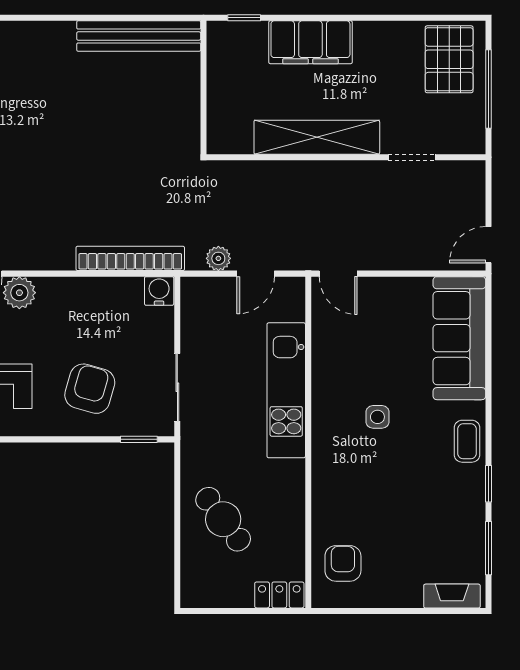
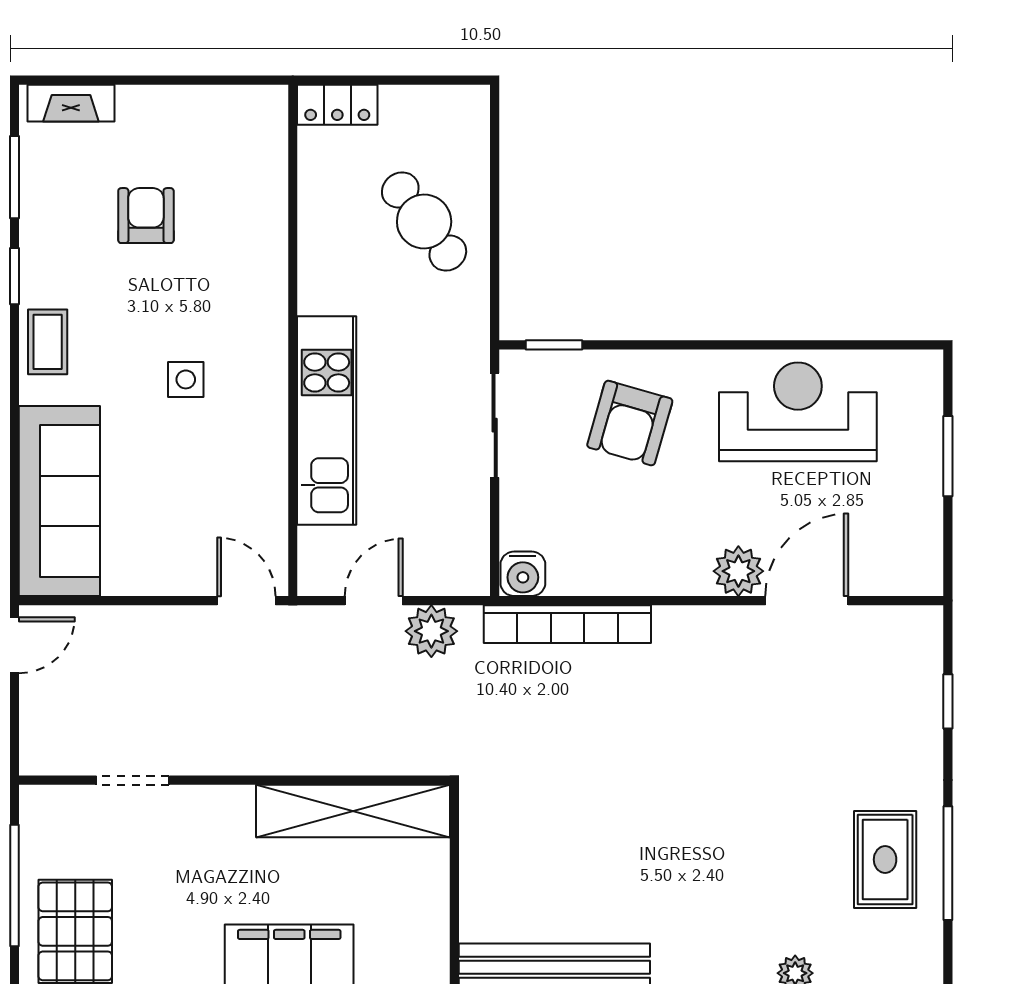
shelving: (317, 137) -> (353, 811), moved
plant: (218, 258) -> (431, 631), width x1.38, depth x1.38
armchair: (343, 563) -> (146, 216), moved, turned 180

